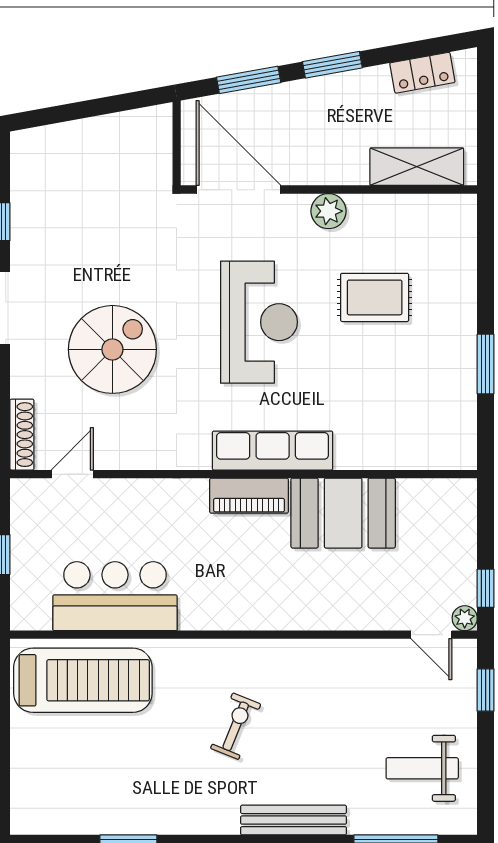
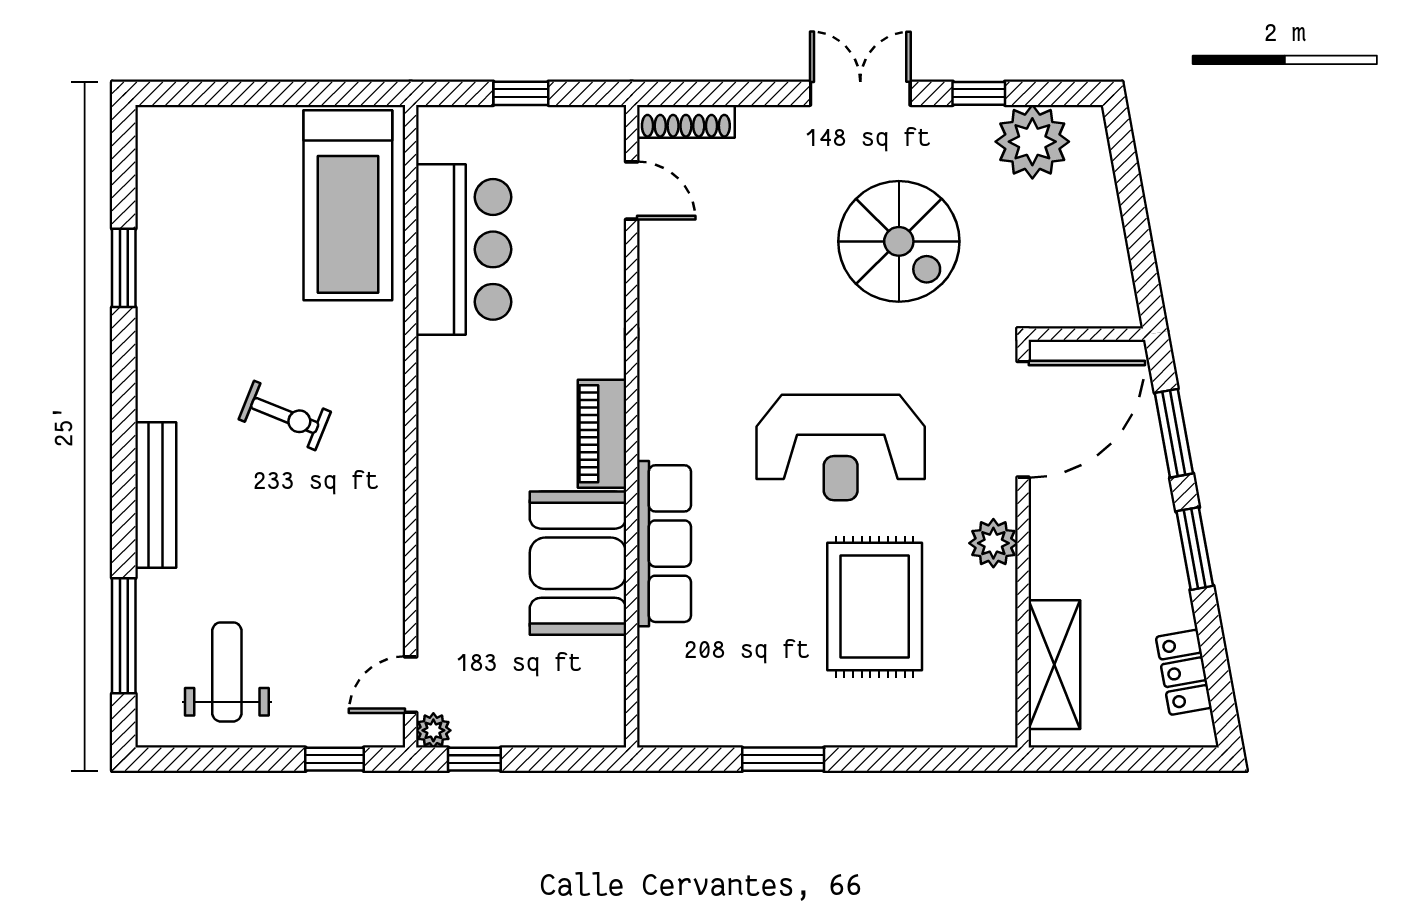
plant: (37, 183) -> (1032, 142), added
rug: (375, 297) -> (875, 607), width x1.36, depth x1.43
spiral stairs: (112, 349) -> (899, 241), moved
row of seats: (273, 451) -> (664, 544), moved

